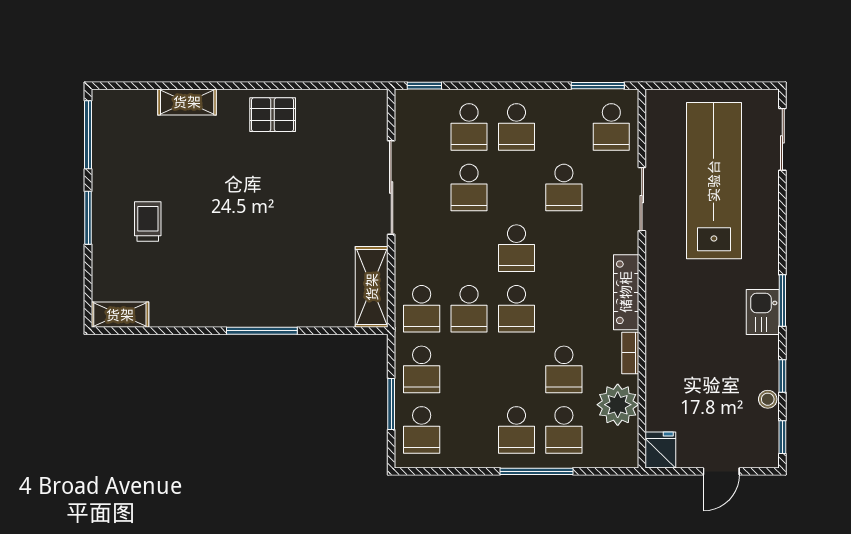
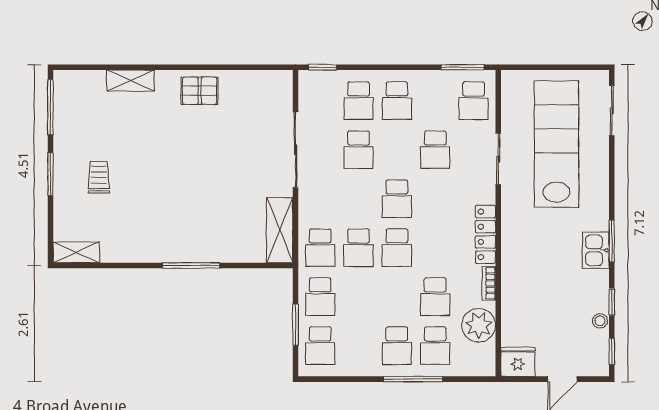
fridge: (660, 450) -> (518, 362), width x1.38

